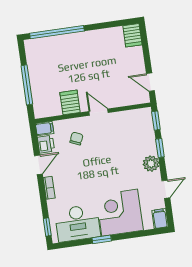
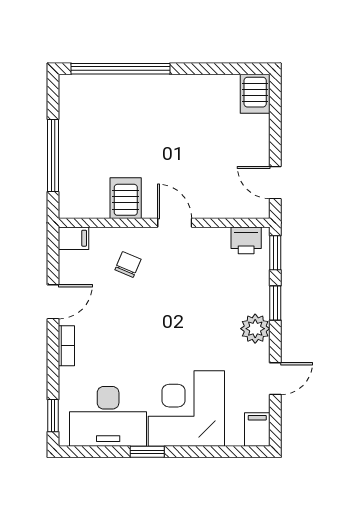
printer: (46, 144) -> (246, 240), moved, turned 90

